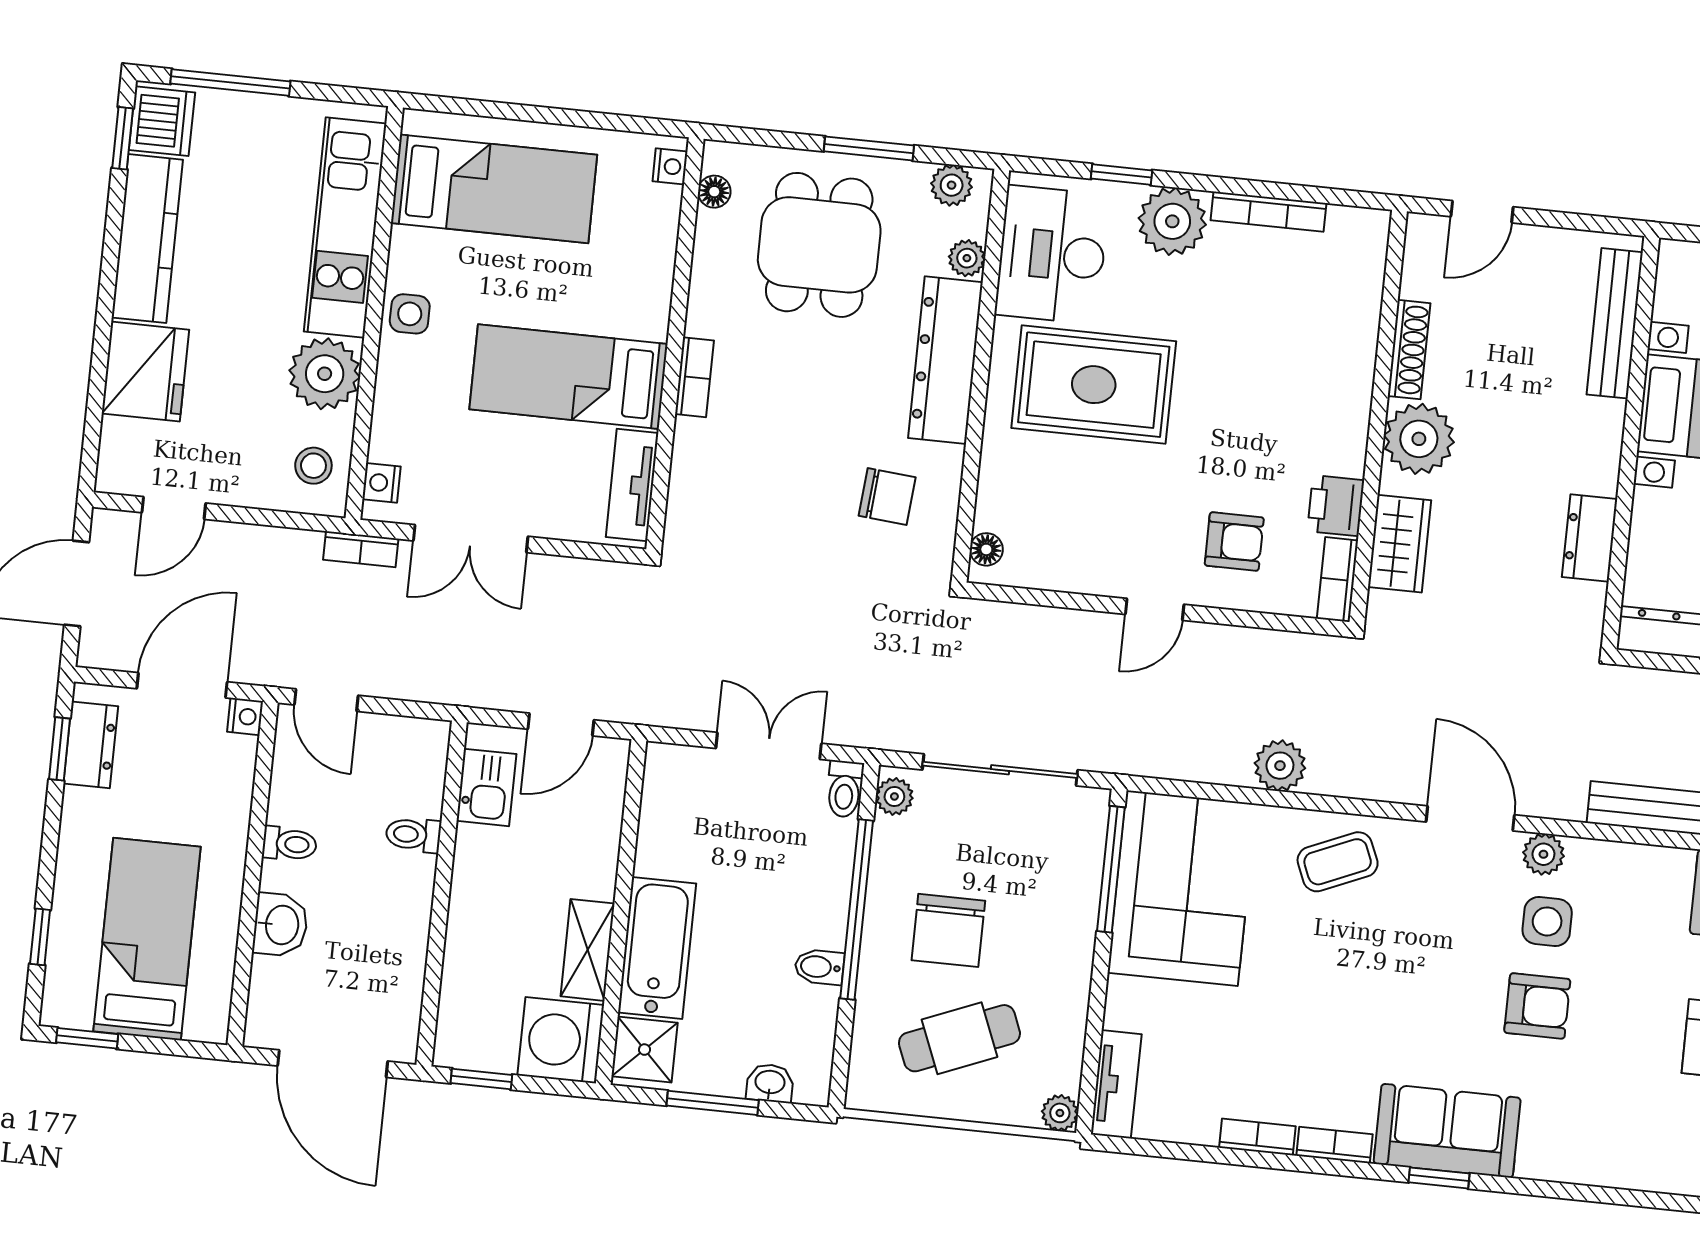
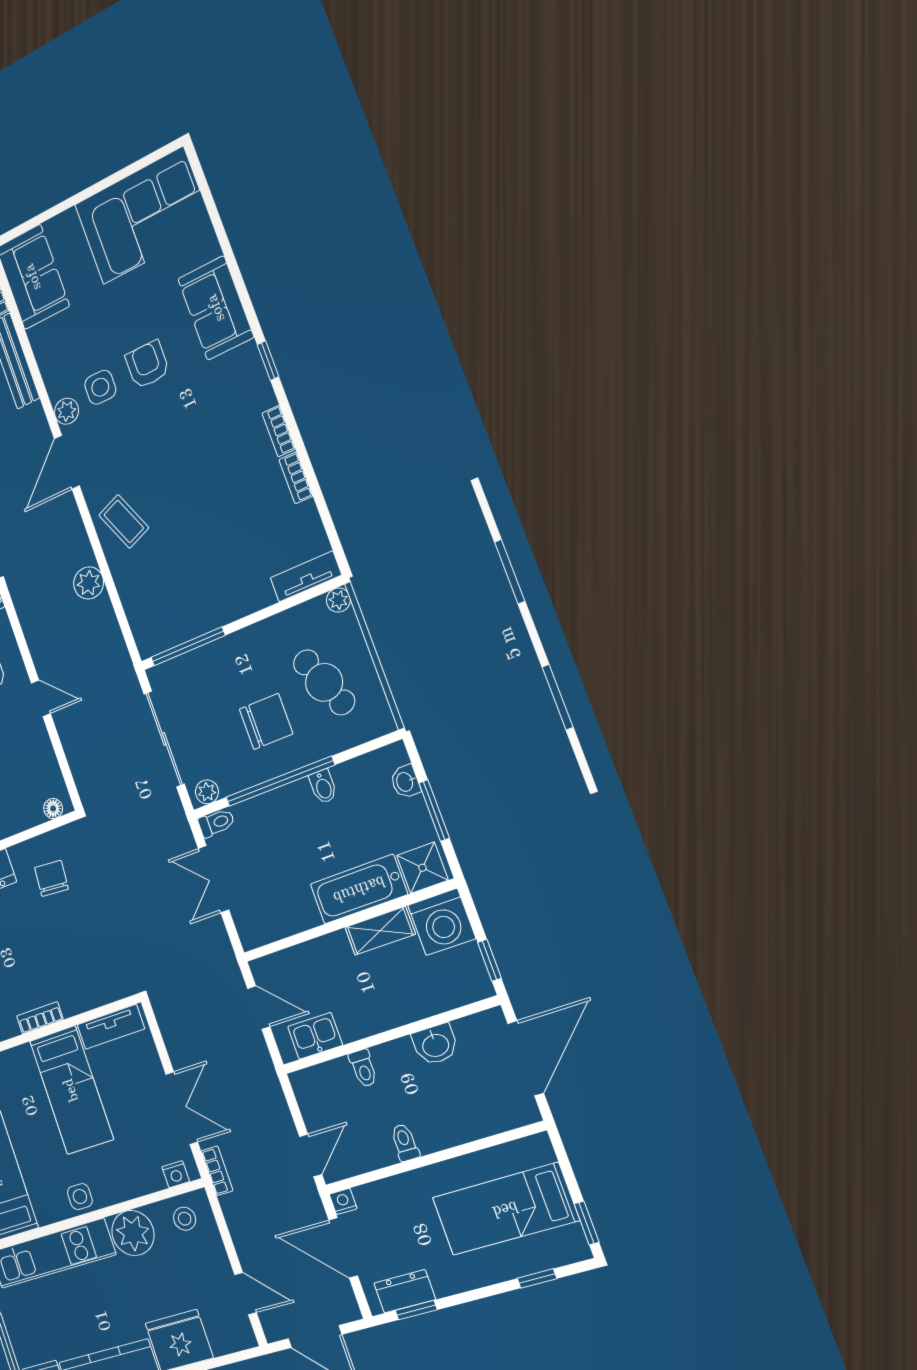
corner sofa: (1182, 888) -> (179, 600), removed
washbasin: (281, 925) -> (435, 1044), moved, turned 180
sofa: (1447, 1131) -> (216, 308), moved

